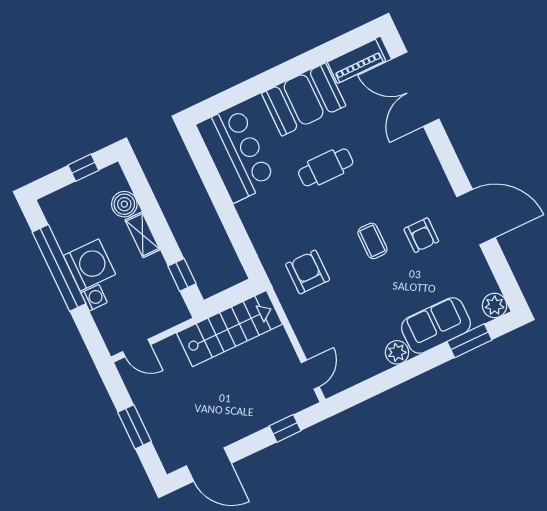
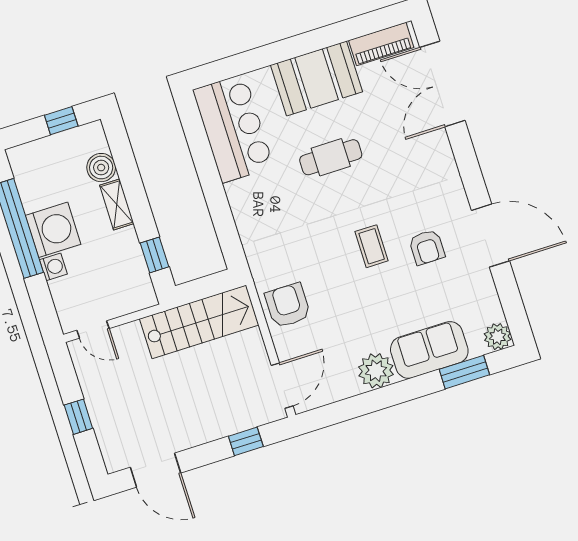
armchair: (308, 272) -> (288, 305), moved
plant: (397, 352) -> (376, 371), width x1.36, depth x1.36
door: (310, 375) -> (282, 386), width x1.38
window: (134, 427) -> (78, 417), width x0.67

